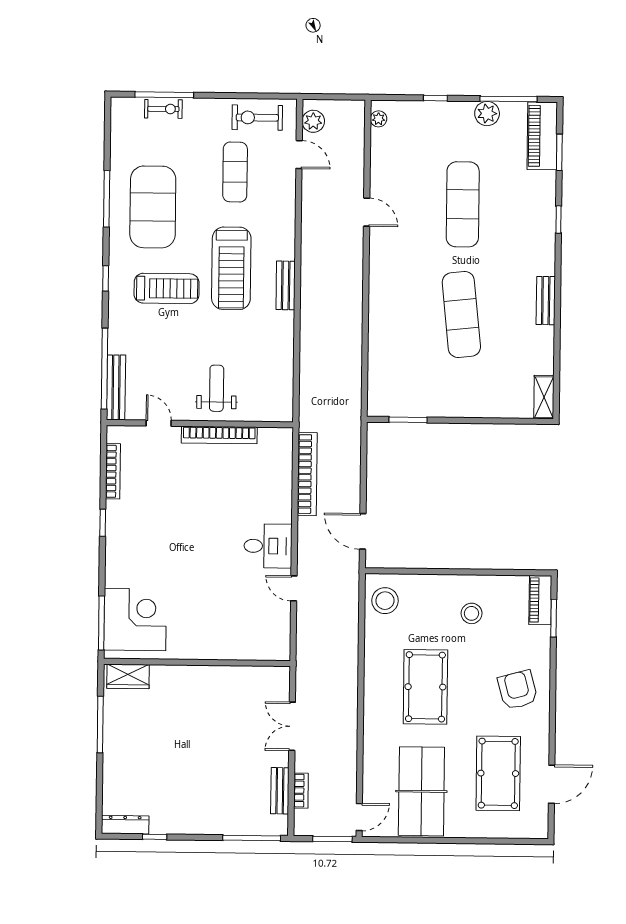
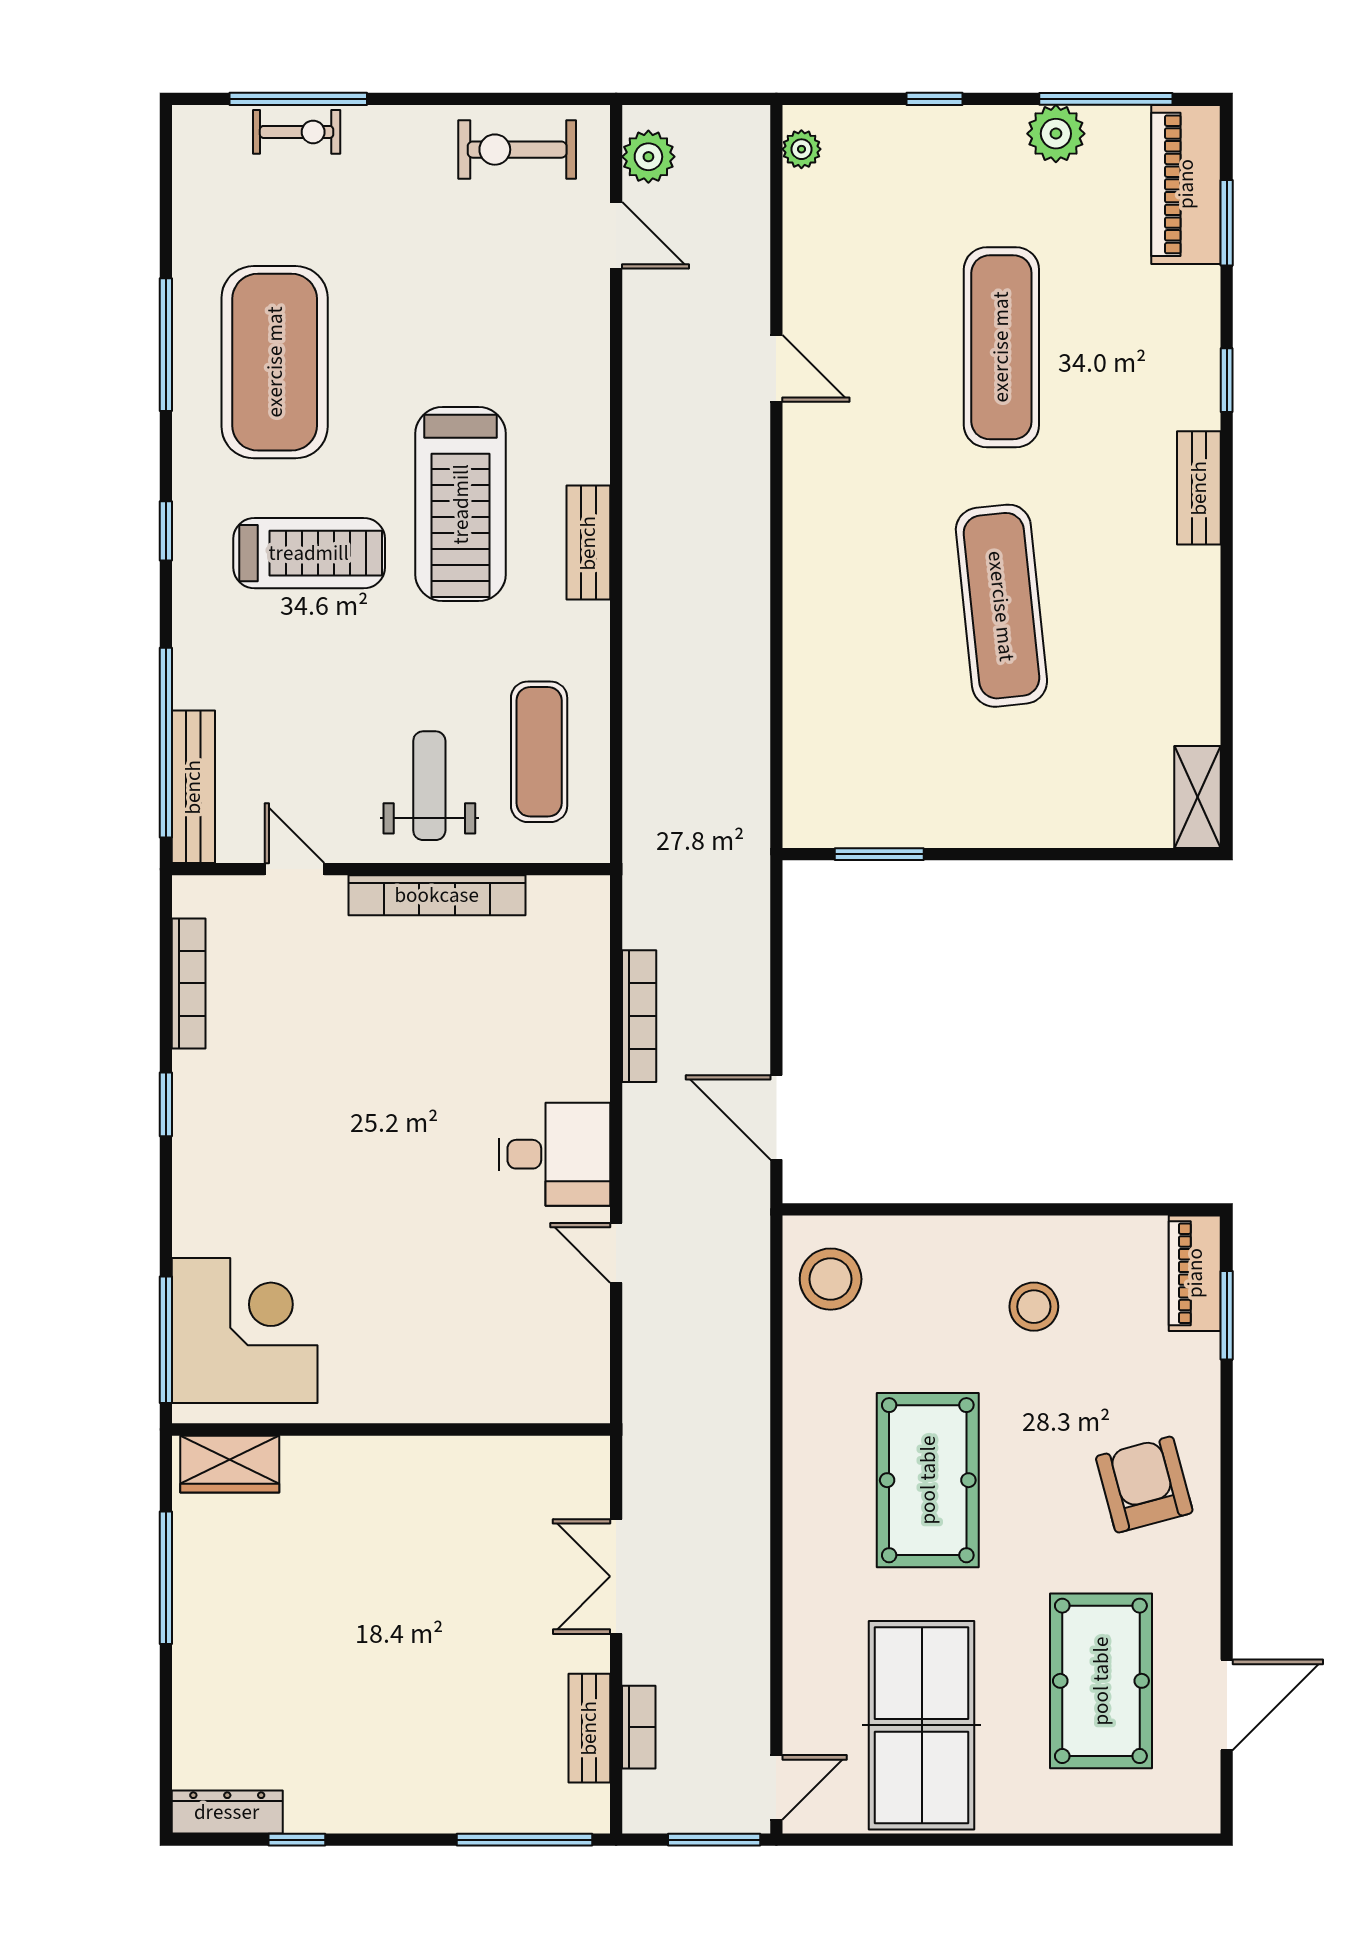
exercise mat: (235, 172) -> (539, 752), moved
bench: (546, 301) -> (1199, 488), moved
bookcase: (307, 474) -> (639, 1016), width x0.68, depth x0.76

